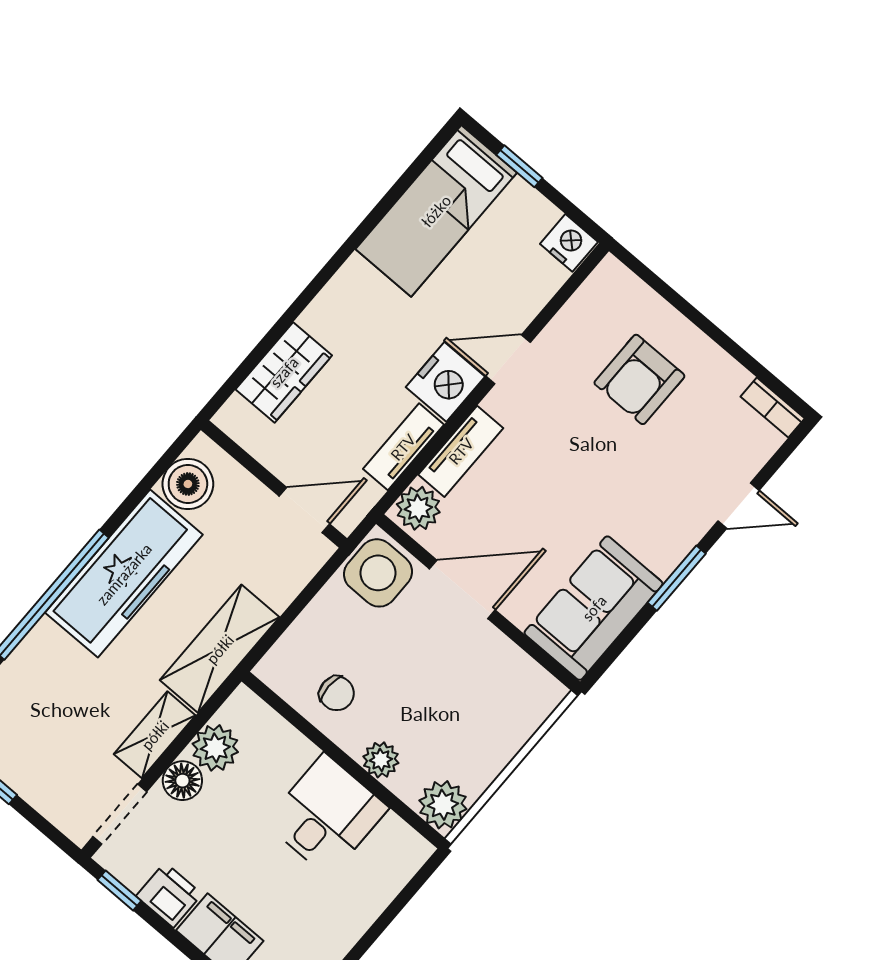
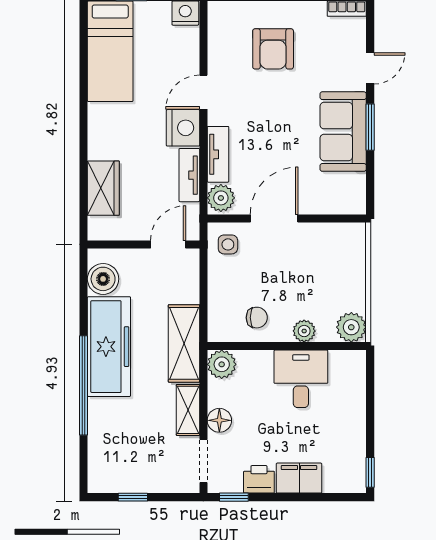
side table: (378, 573) -> (228, 244), width x0.54, depth x0.54
sofa: (594, 608) -> (343, 132), moved
plant: (215, 748) -> (222, 364), moved

